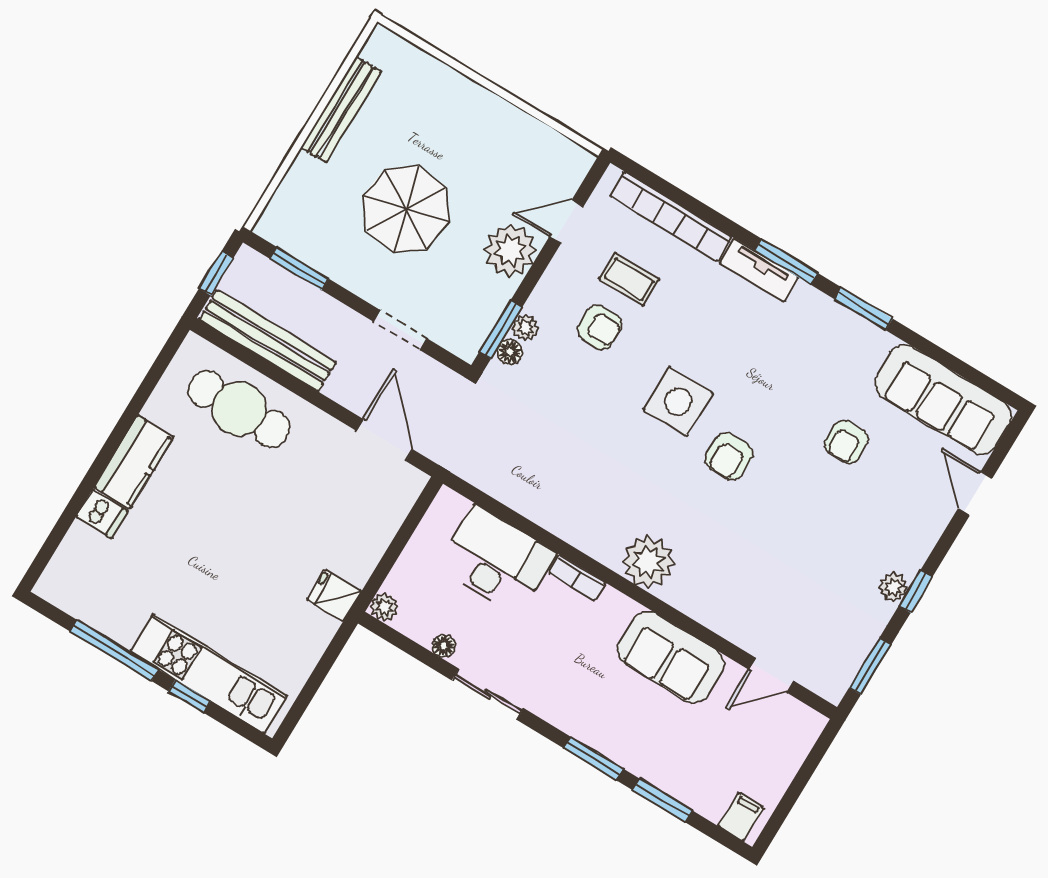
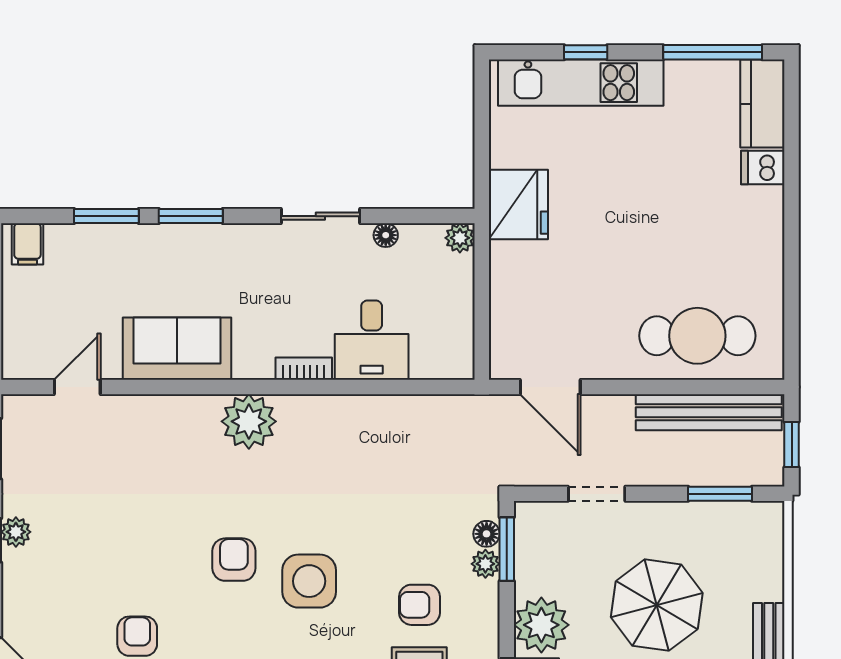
kitchen counter: (134, 462) -> (762, 104), moved
desk: (496, 560) -> (372, 340), width x0.73
fridge: (334, 596) -> (518, 204), width x1.88, depth x1.34
window: (114, 651) -> (713, 52), moved

